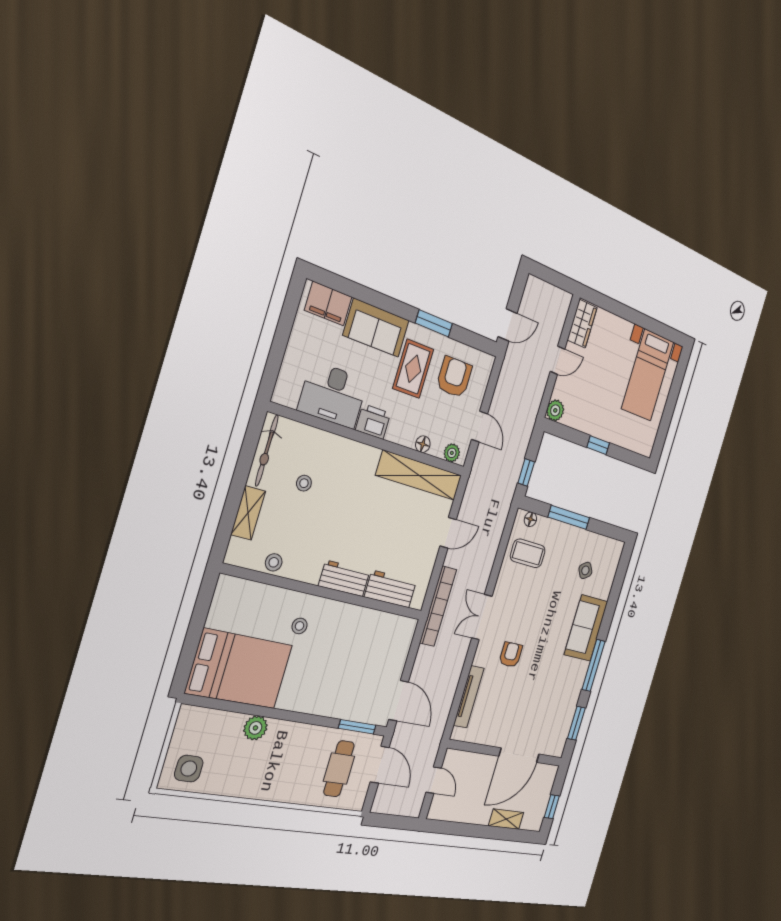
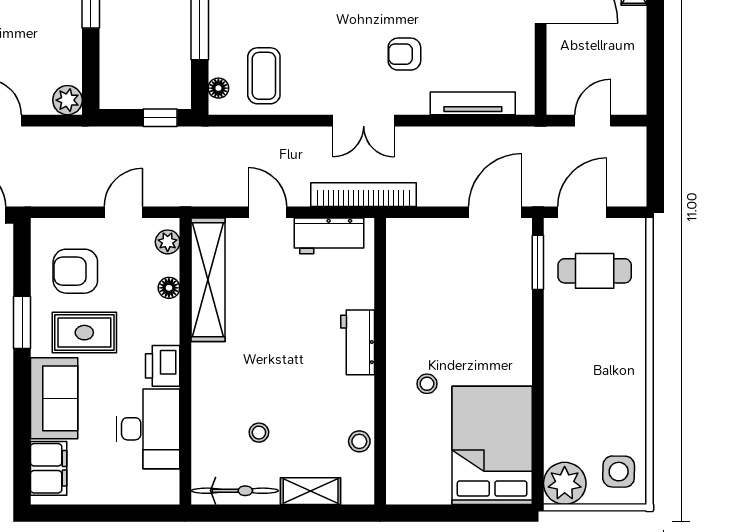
workbench: (390, 589) -> (329, 236), moved, turned -90
plant: (255, 728) -> (565, 483), moved, width x1.36, depth x1.36

